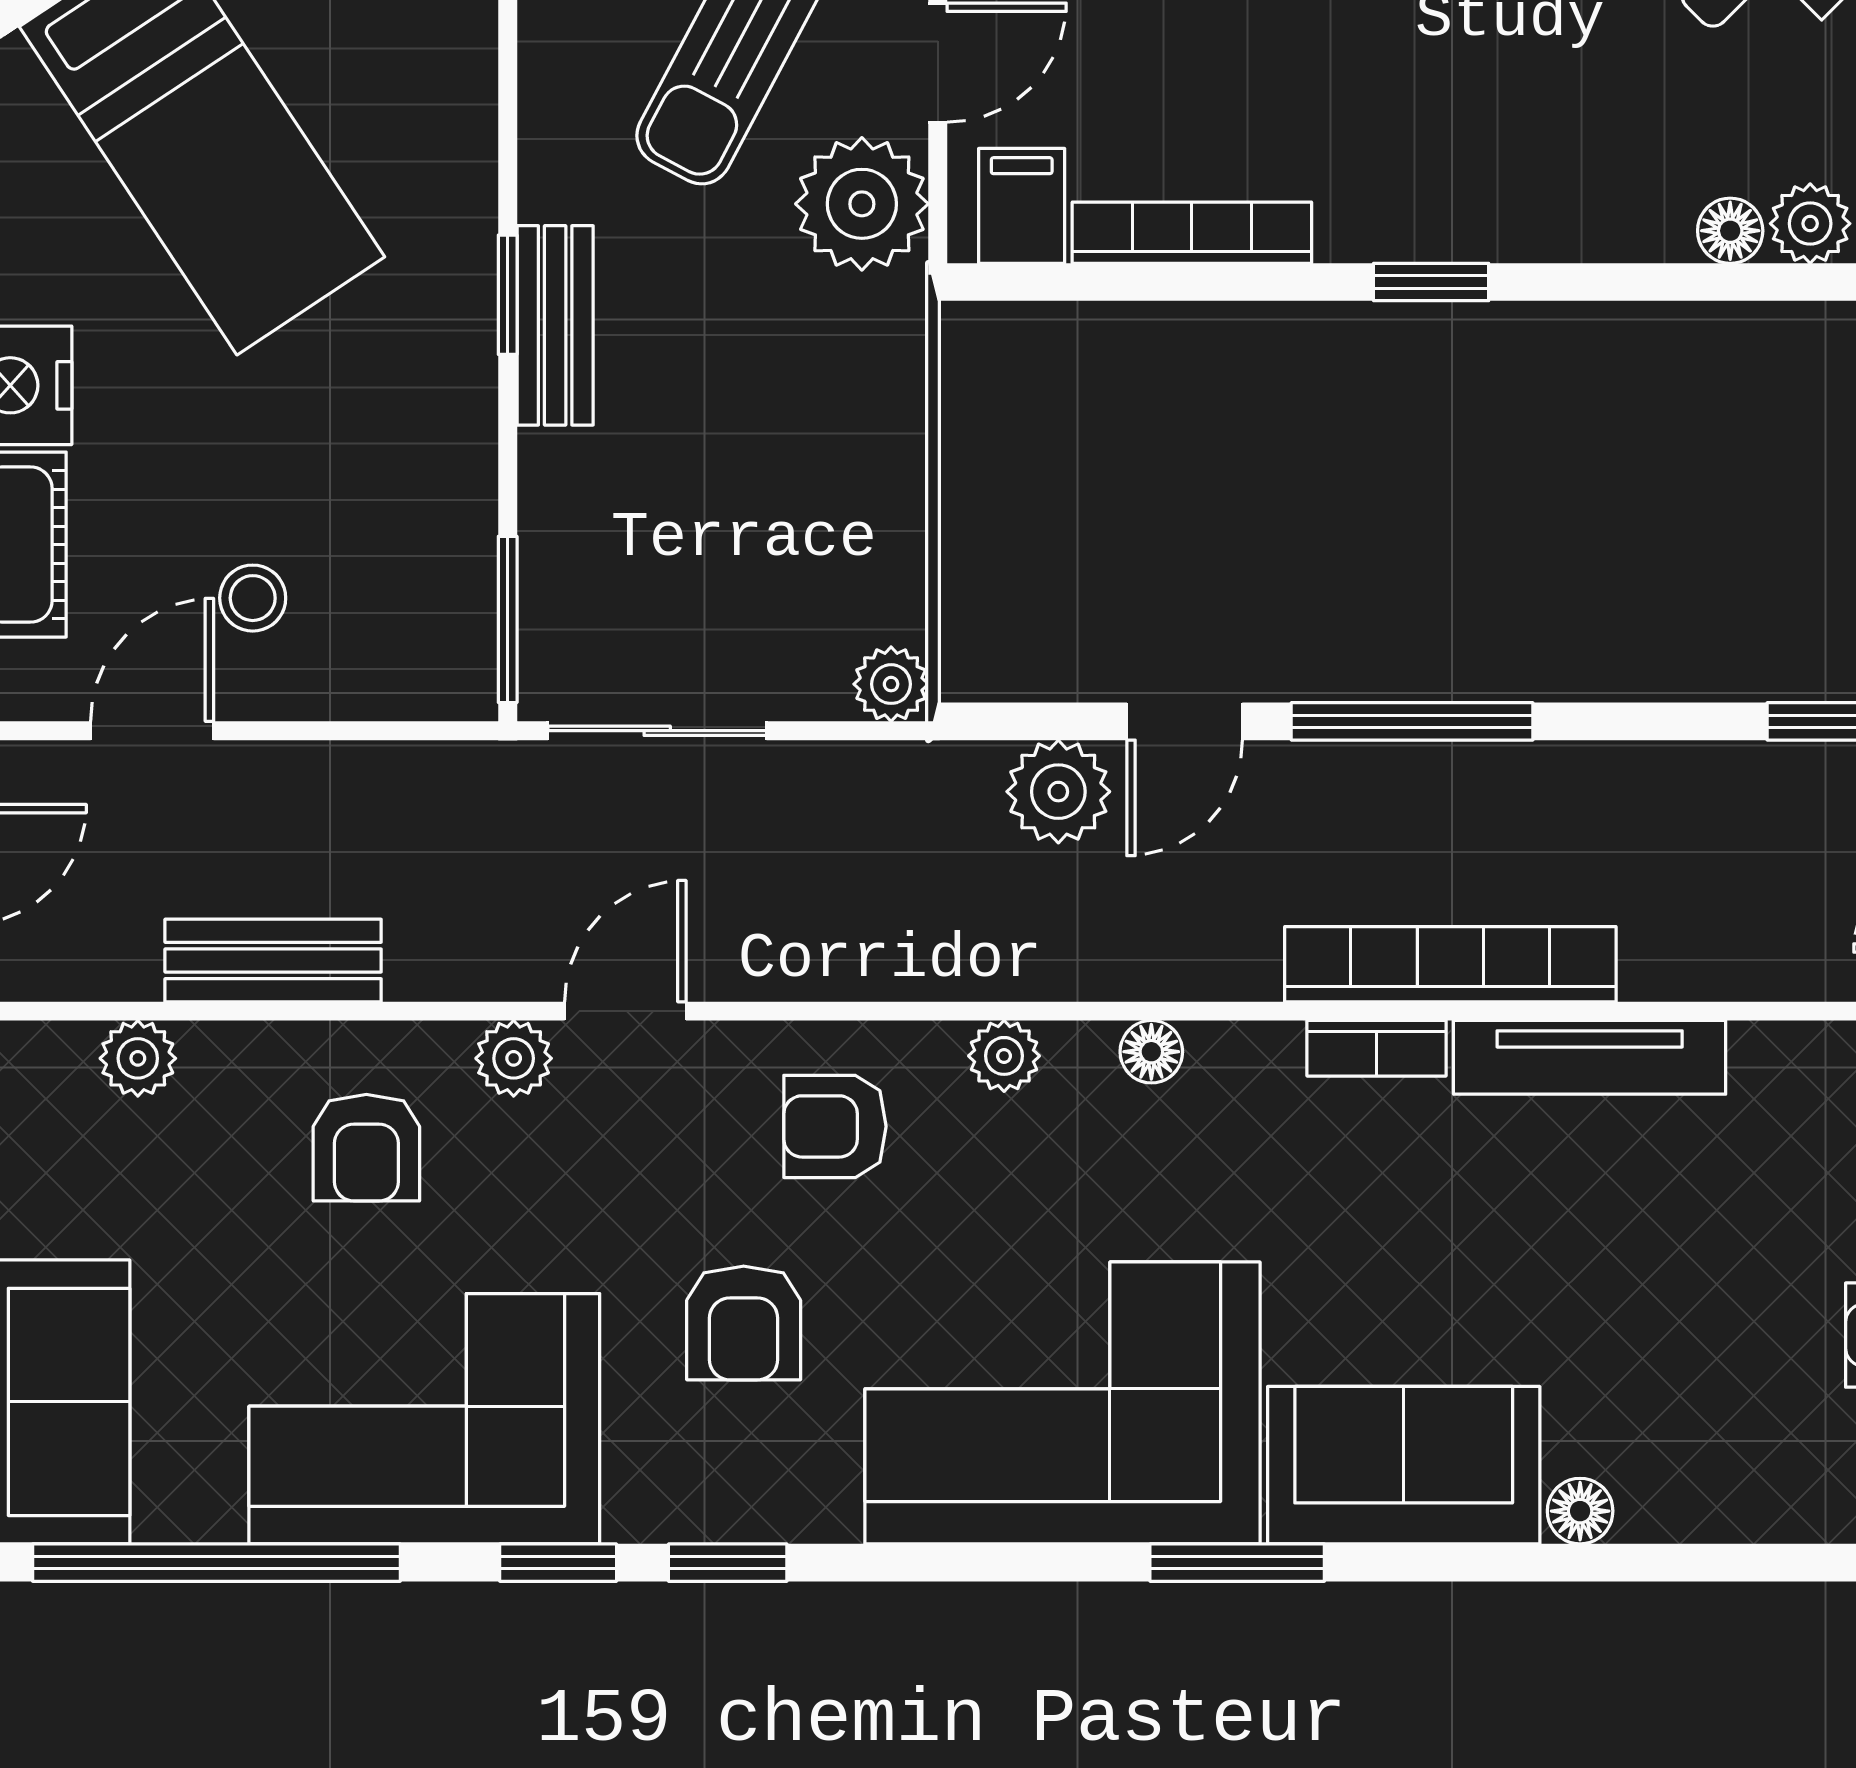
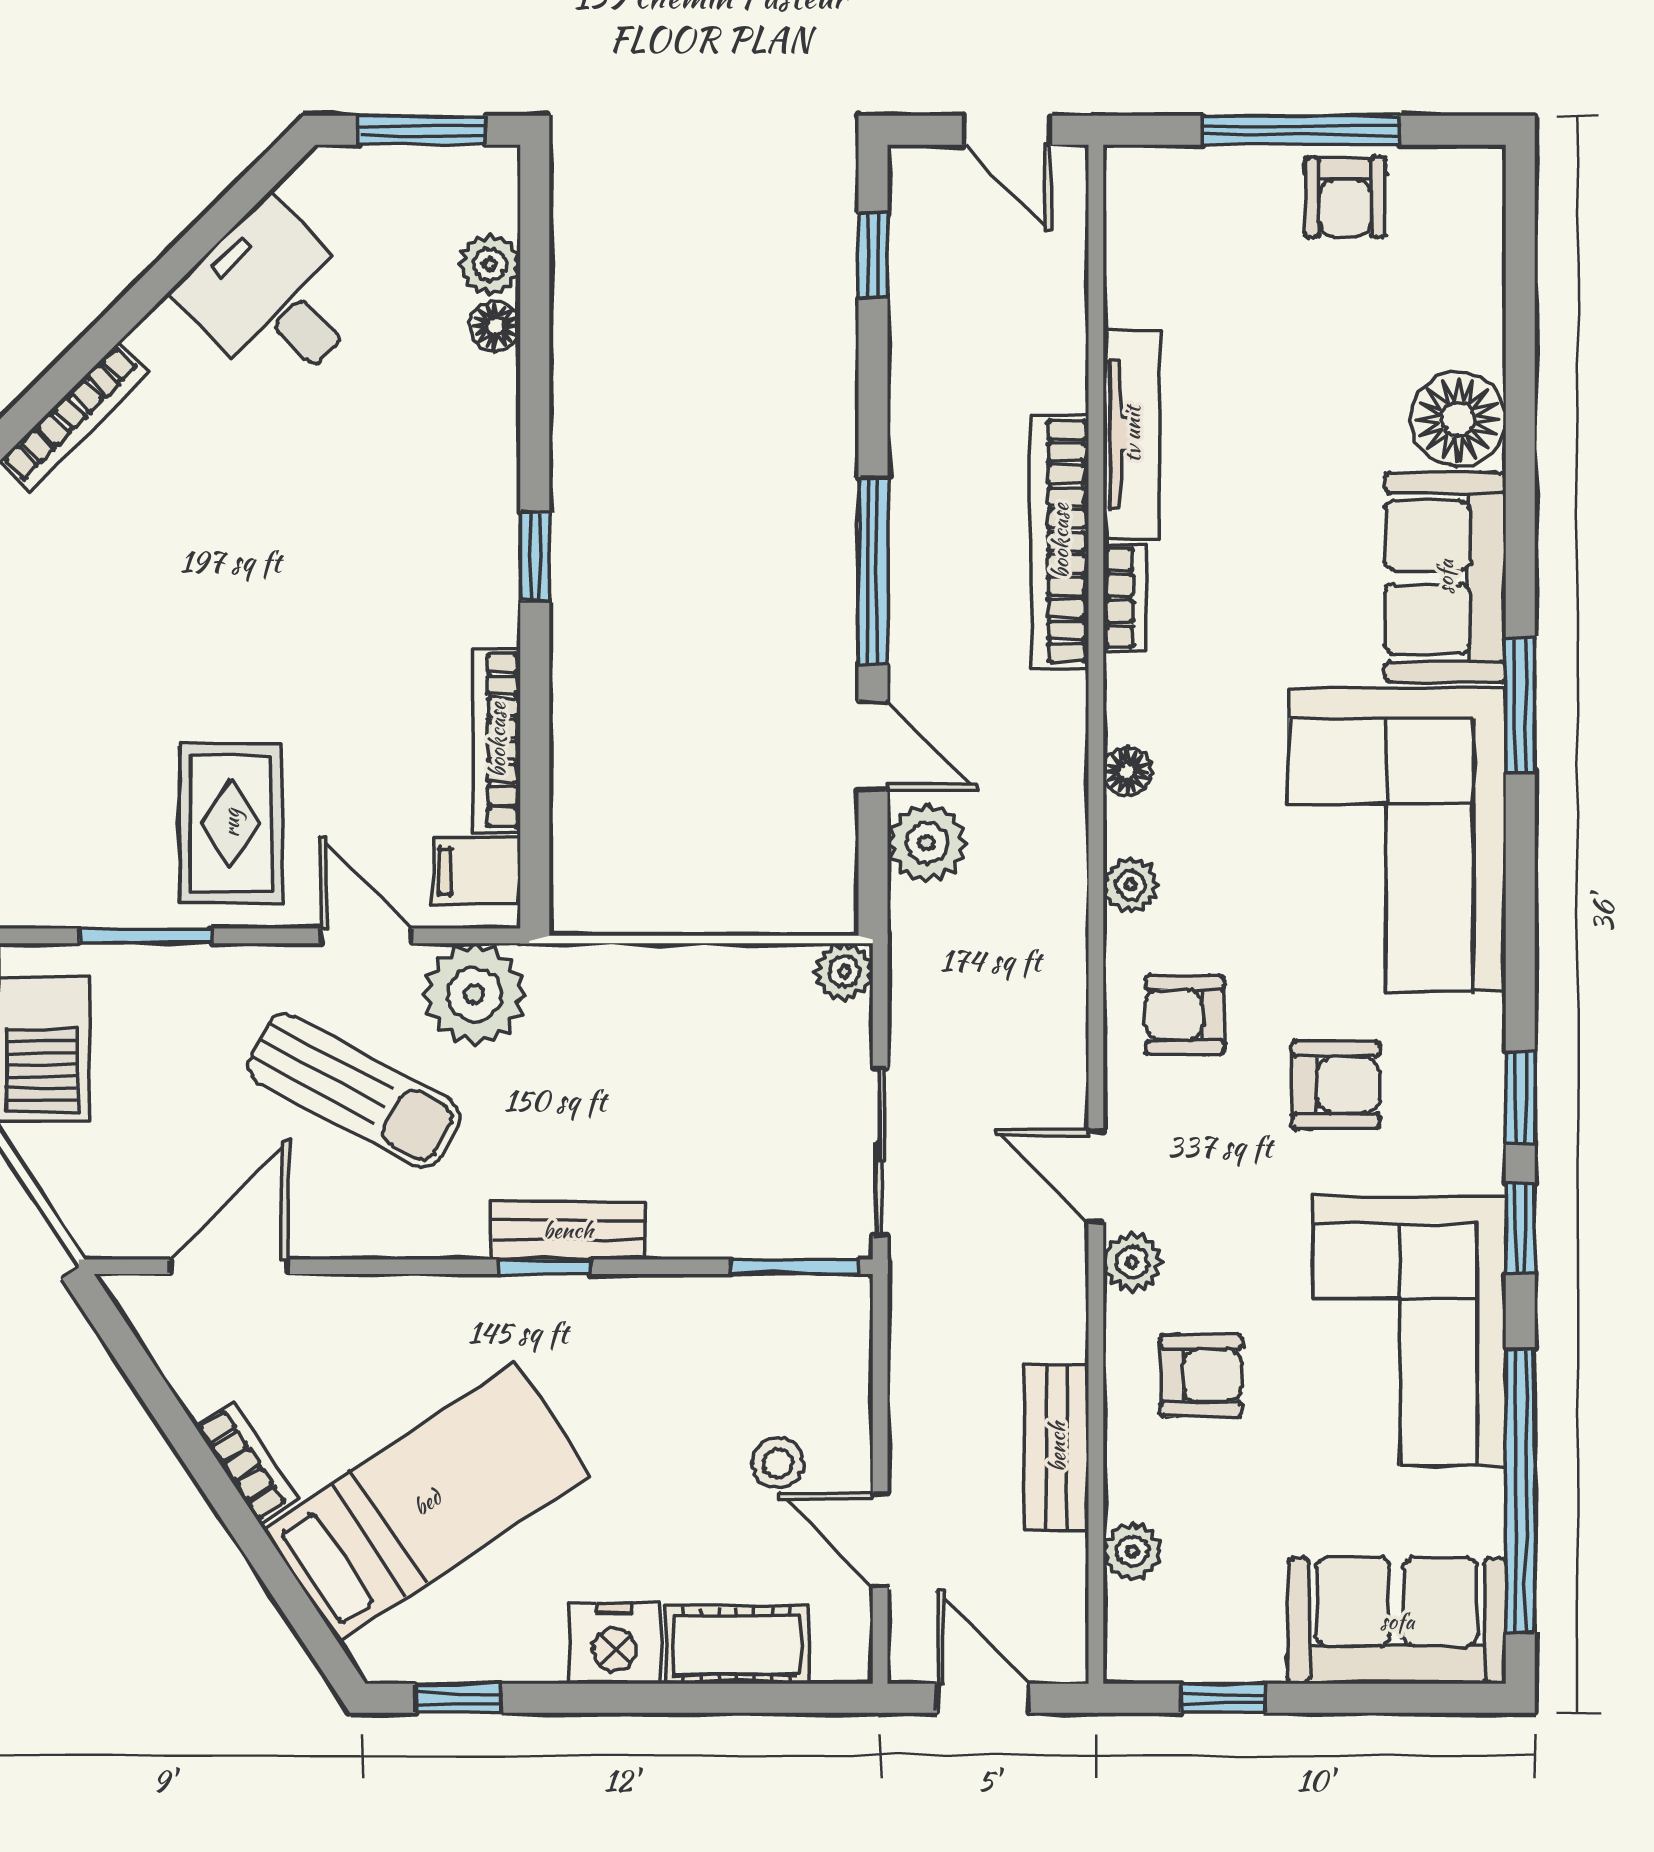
armchair: (835, 1126) -> (1185, 1015), turned 90
floor lamp: (1580, 1511) -> (1458, 419), width x1.89, depth x1.89

